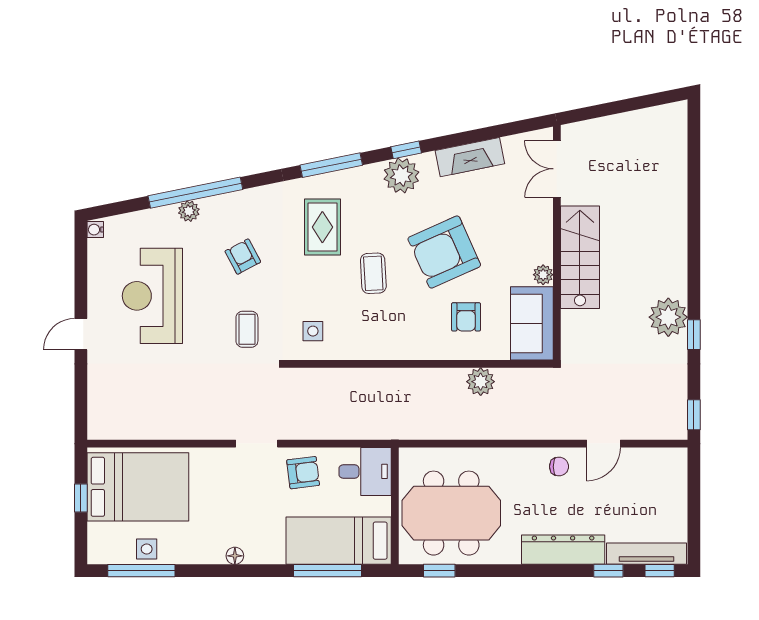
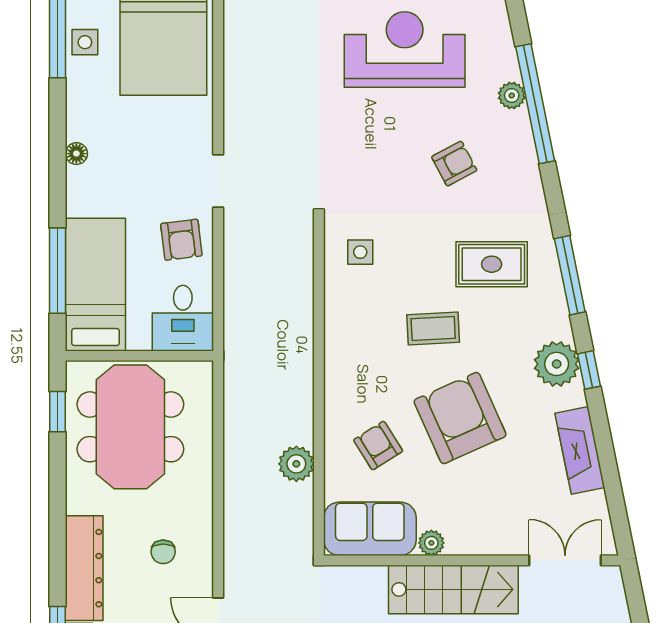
armchair: (466, 317) -> (378, 446), turned 58
coffee table: (247, 329) -> (362, 169), removed
chair: (559, 467) -> (163, 552), moved

